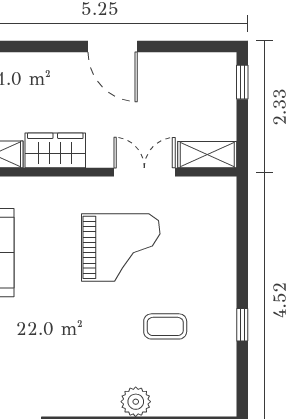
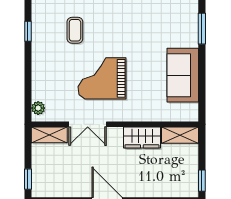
plant: (226, 199) -> (38, 108), added
coffee table: (165, 326) -> (75, 30), turned 90

